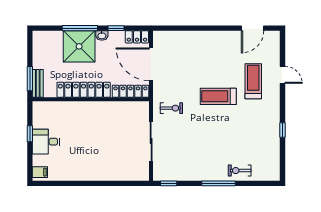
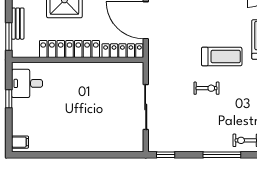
bench: (38, 83) -> (18, 24), moved
treadmill: (218, 96) -> (222, 57), turned 180
exercise bike: (171, 108) -> (207, 88), moved
desk: (46, 142) -> (27, 83), moved

